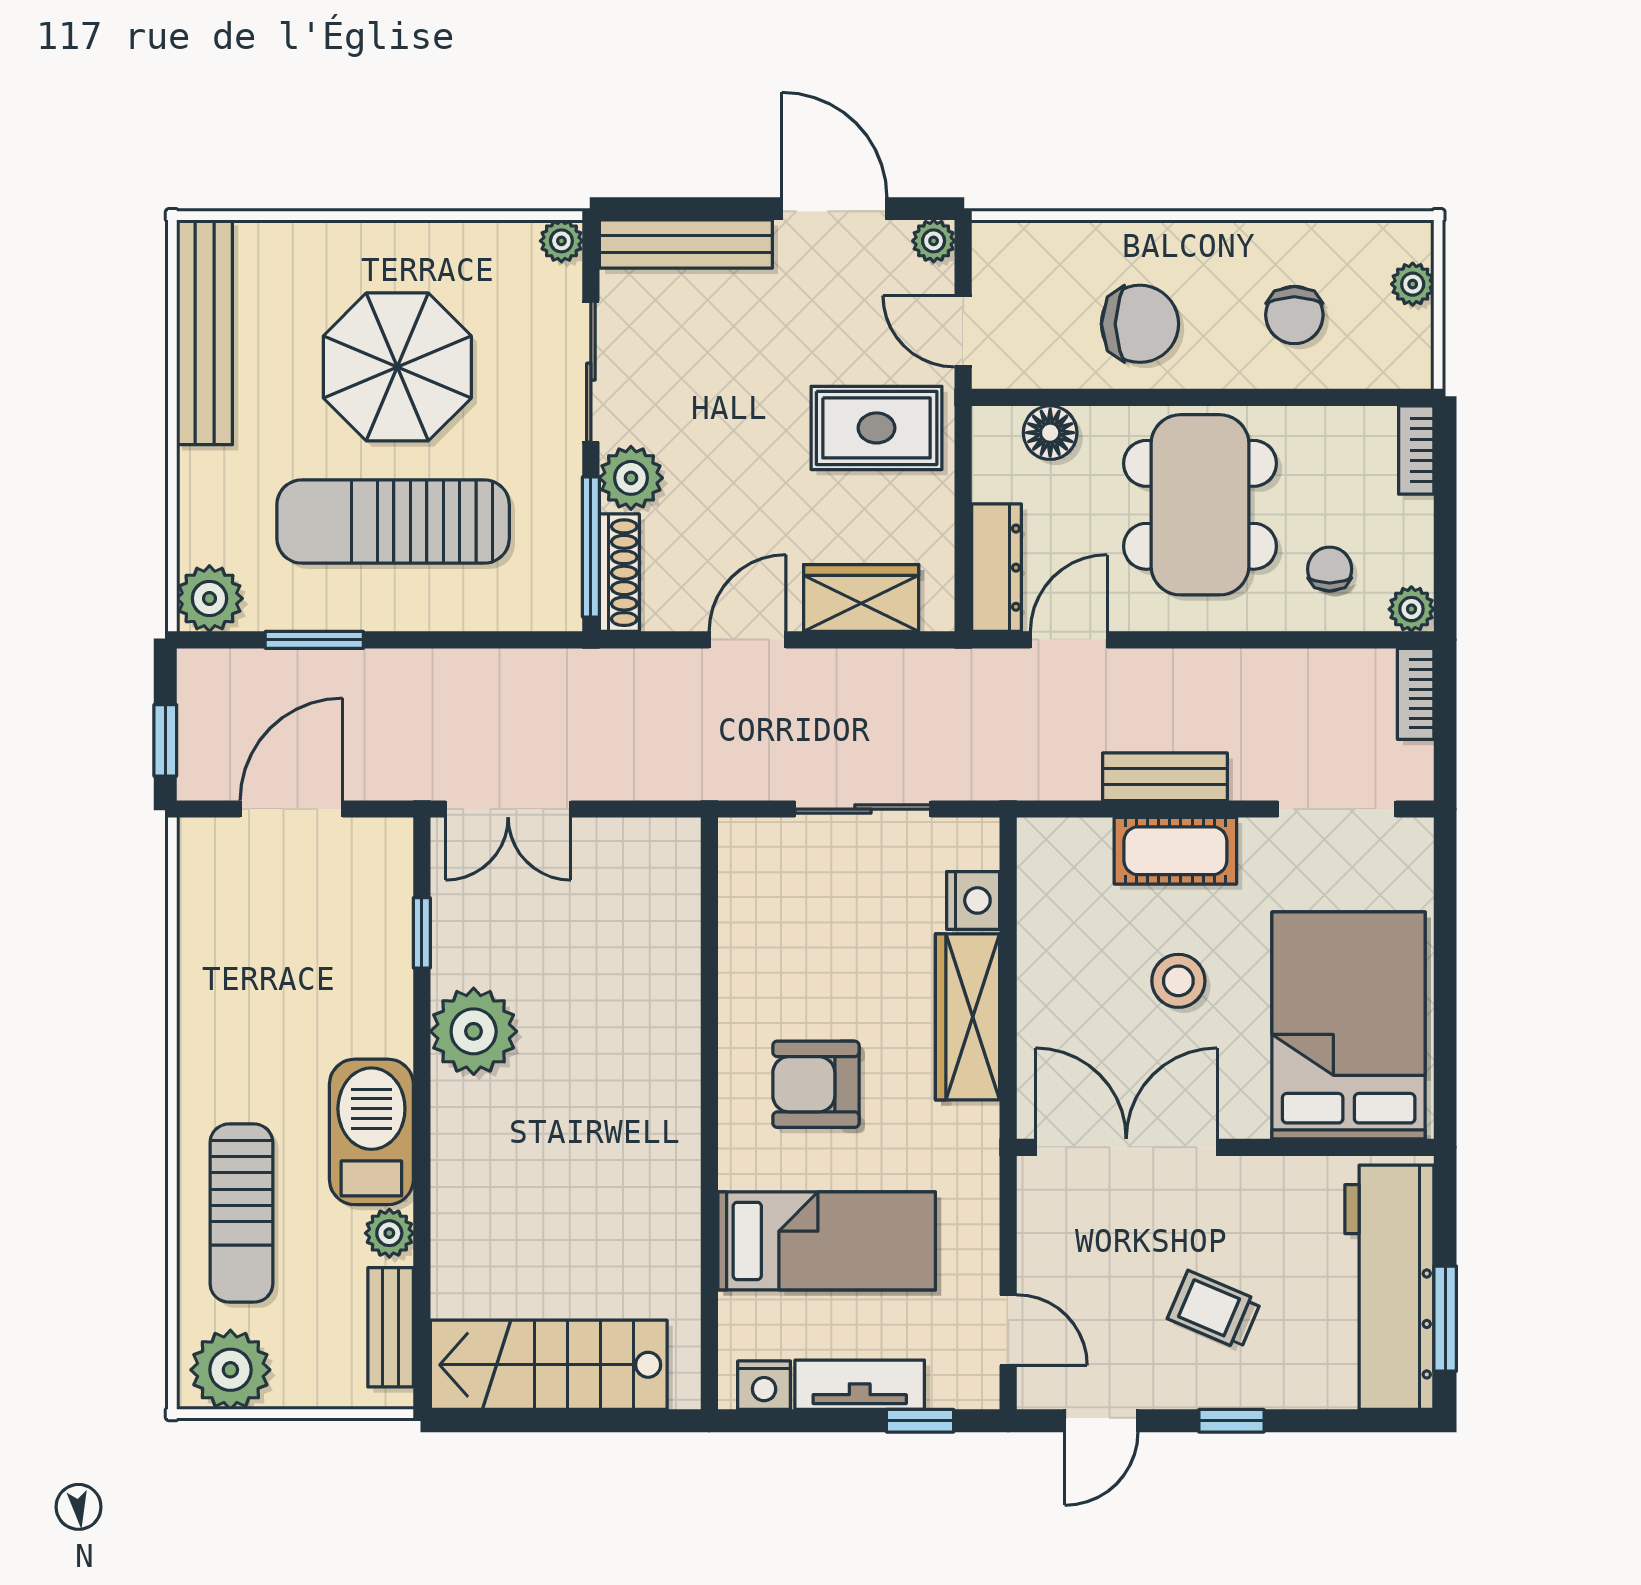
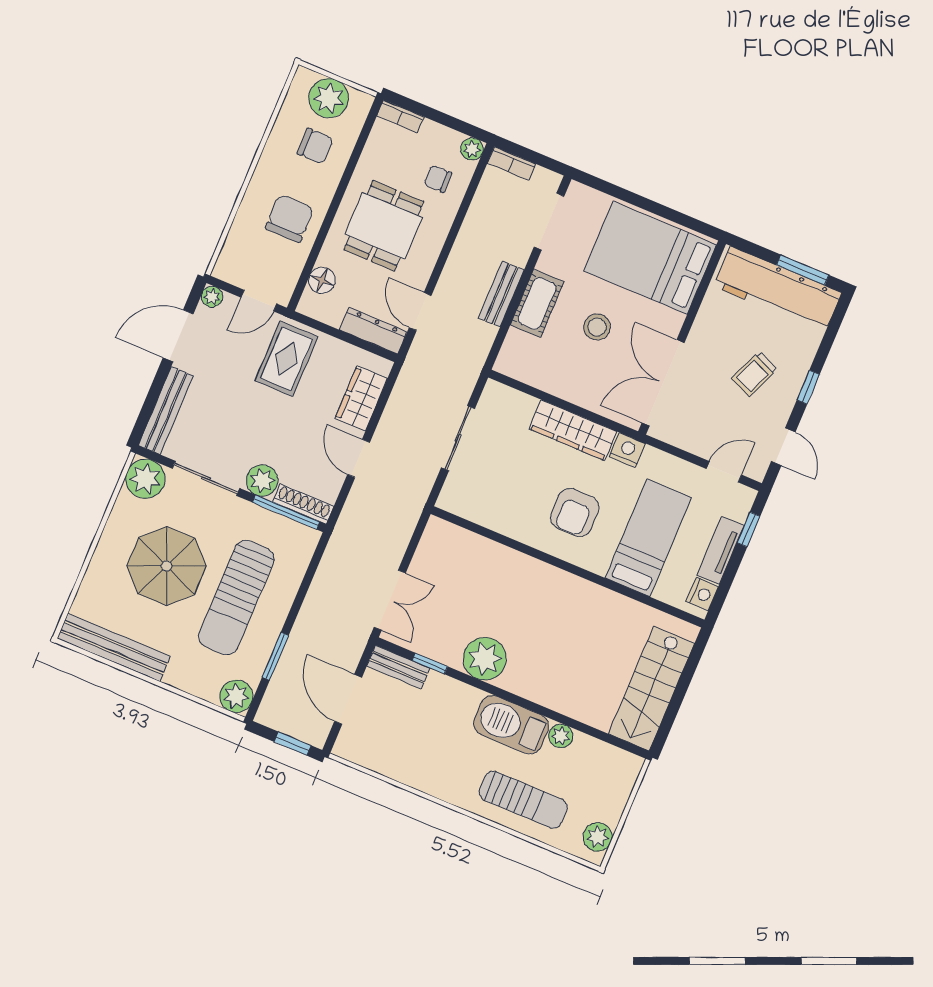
plant: (561, 241) -> (145, 479), width x1.87, depth x1.87
plant: (1413, 284) -> (329, 98), width x1.88, depth x1.88
dining table: (1200, 505) -> (384, 226), width x0.73
nightstand: (973, 900) -> (627, 450), moved
bench: (391, 1327) -> (398, 667), moved
plant: (230, 1370) -> (598, 837), width x0.73, depth x0.73

